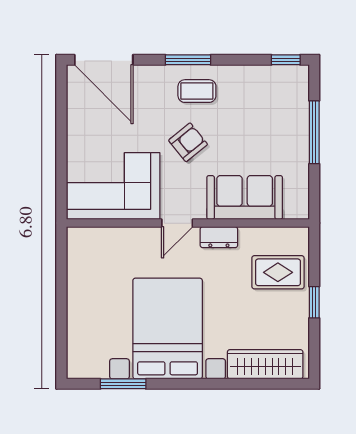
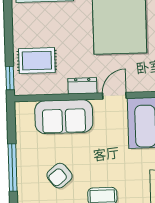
armchair: (188, 142) -> (59, 176), moved
window: (314, 302) -> (10, 78), moved

